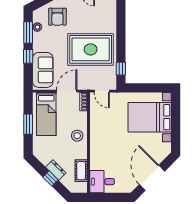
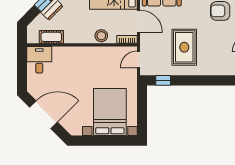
rug: (91, 49) -> (184, 47), width x0.73, depth x0.69
stool: (77, 136) -> (101, 36), moved

